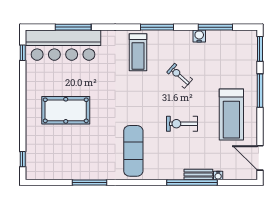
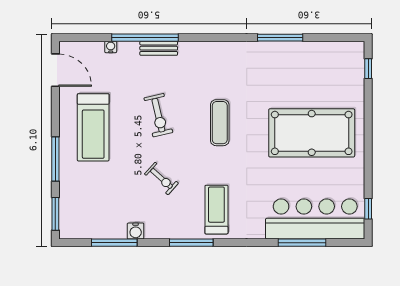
pool table: (66, 110) -> (312, 133), width x1.36, depth x1.32
treadmill: (231, 115) -> (93, 127), turned 180
exercise bike: (182, 124) -> (158, 115), turned 77
exercise mat: (133, 151) -> (220, 123), moved, width x0.73, depth x0.69
bench: (198, 175) -> (159, 48), moved

